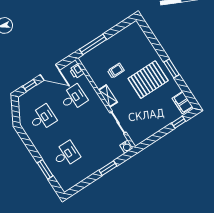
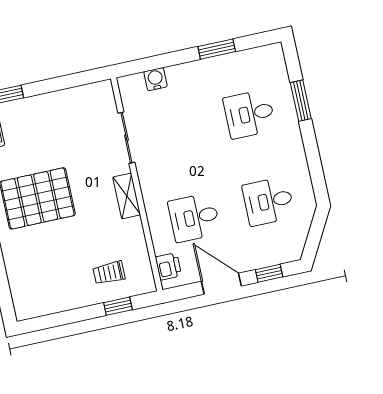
window: (93, 44) -> (118, 306), width x0.46
trolley: (116, 71) -> (109, 273), moved
water cooler: (126, 147) -> (155, 79), moved
window: (108, 168) -> (217, 49), moved

